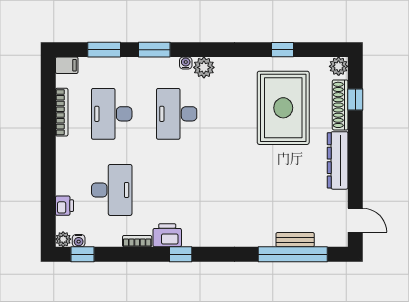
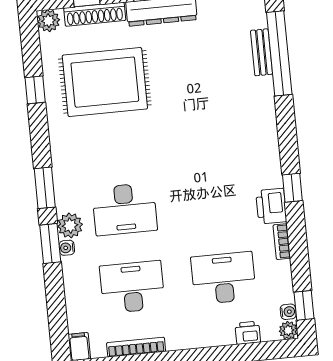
window: (104, 50) -> (45, 188), moved
water cooler: (186, 63) -> (67, 248), moved
plant: (204, 67) -> (70, 225), moved
desk: (112, 114) -> (132, 287), turned 180

